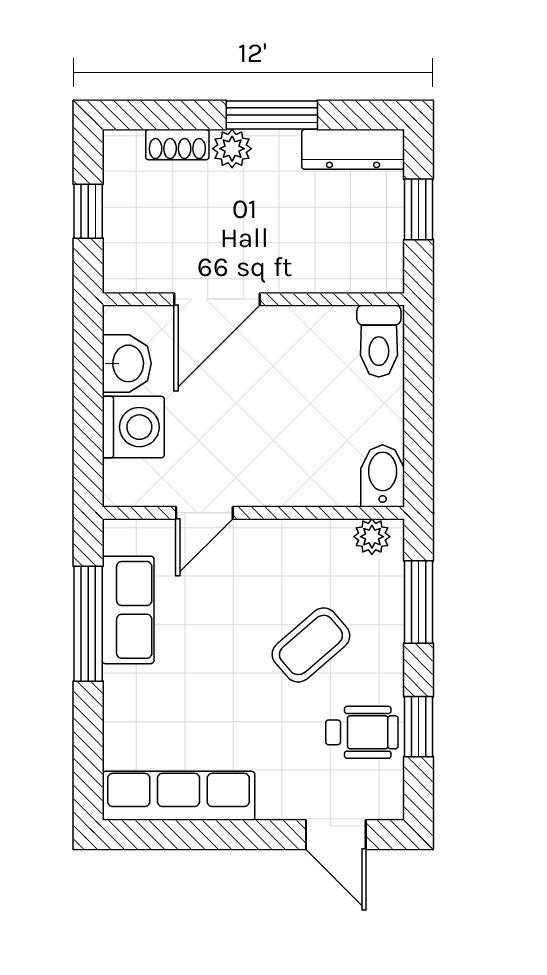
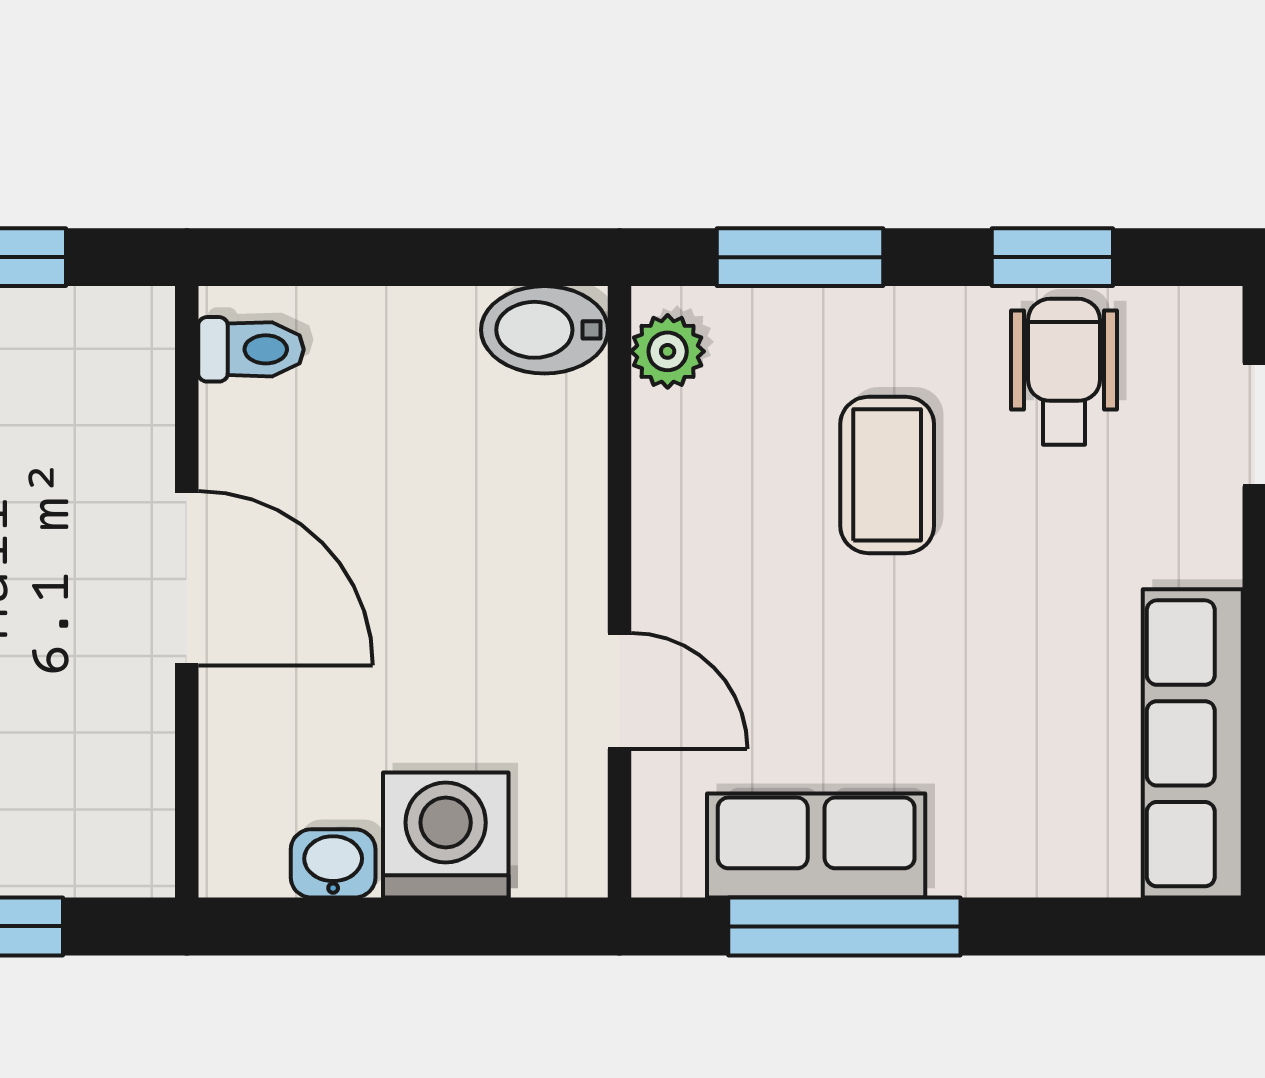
door: (217, 299) -> (187, 578), moved
toilet: (379, 341) -> (251, 349), width x0.73, depth x0.72
washbasin: (127, 363) -> (333, 863), width x0.72, depth x0.69
coffee table: (311, 645) -> (887, 475), turned 41

